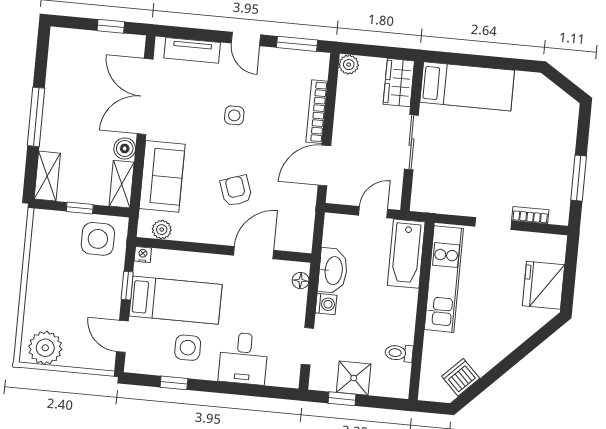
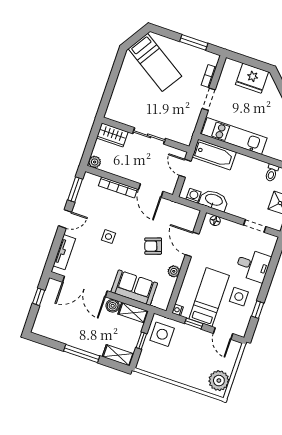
bed: (467, 86) -> (155, 62), moved, turned 123
plant: (162, 230) -> (174, 271), moved
washing machine: (326, 304) -> (194, 196), moved
door: (122, 336) -> (223, 333), hinge flipped

